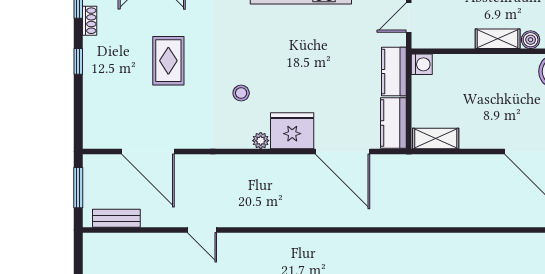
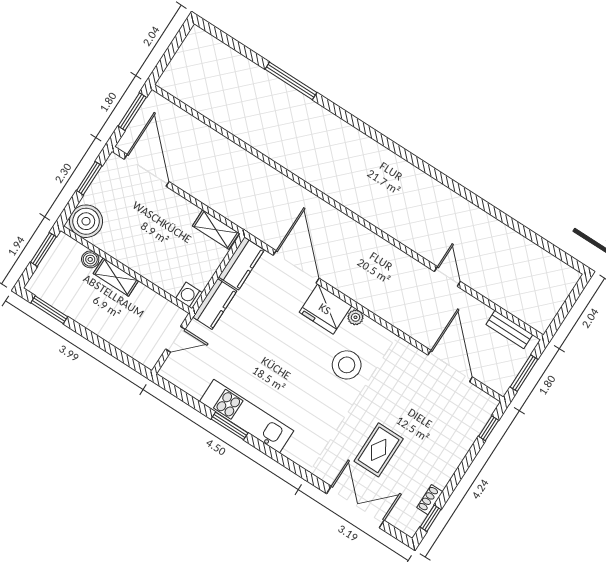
window: (78, 61) -> (489, 428), moved
rug: (168, 61) -> (379, 450), moved
stool: (241, 93) -> (347, 365), width x1.89, depth x1.89

